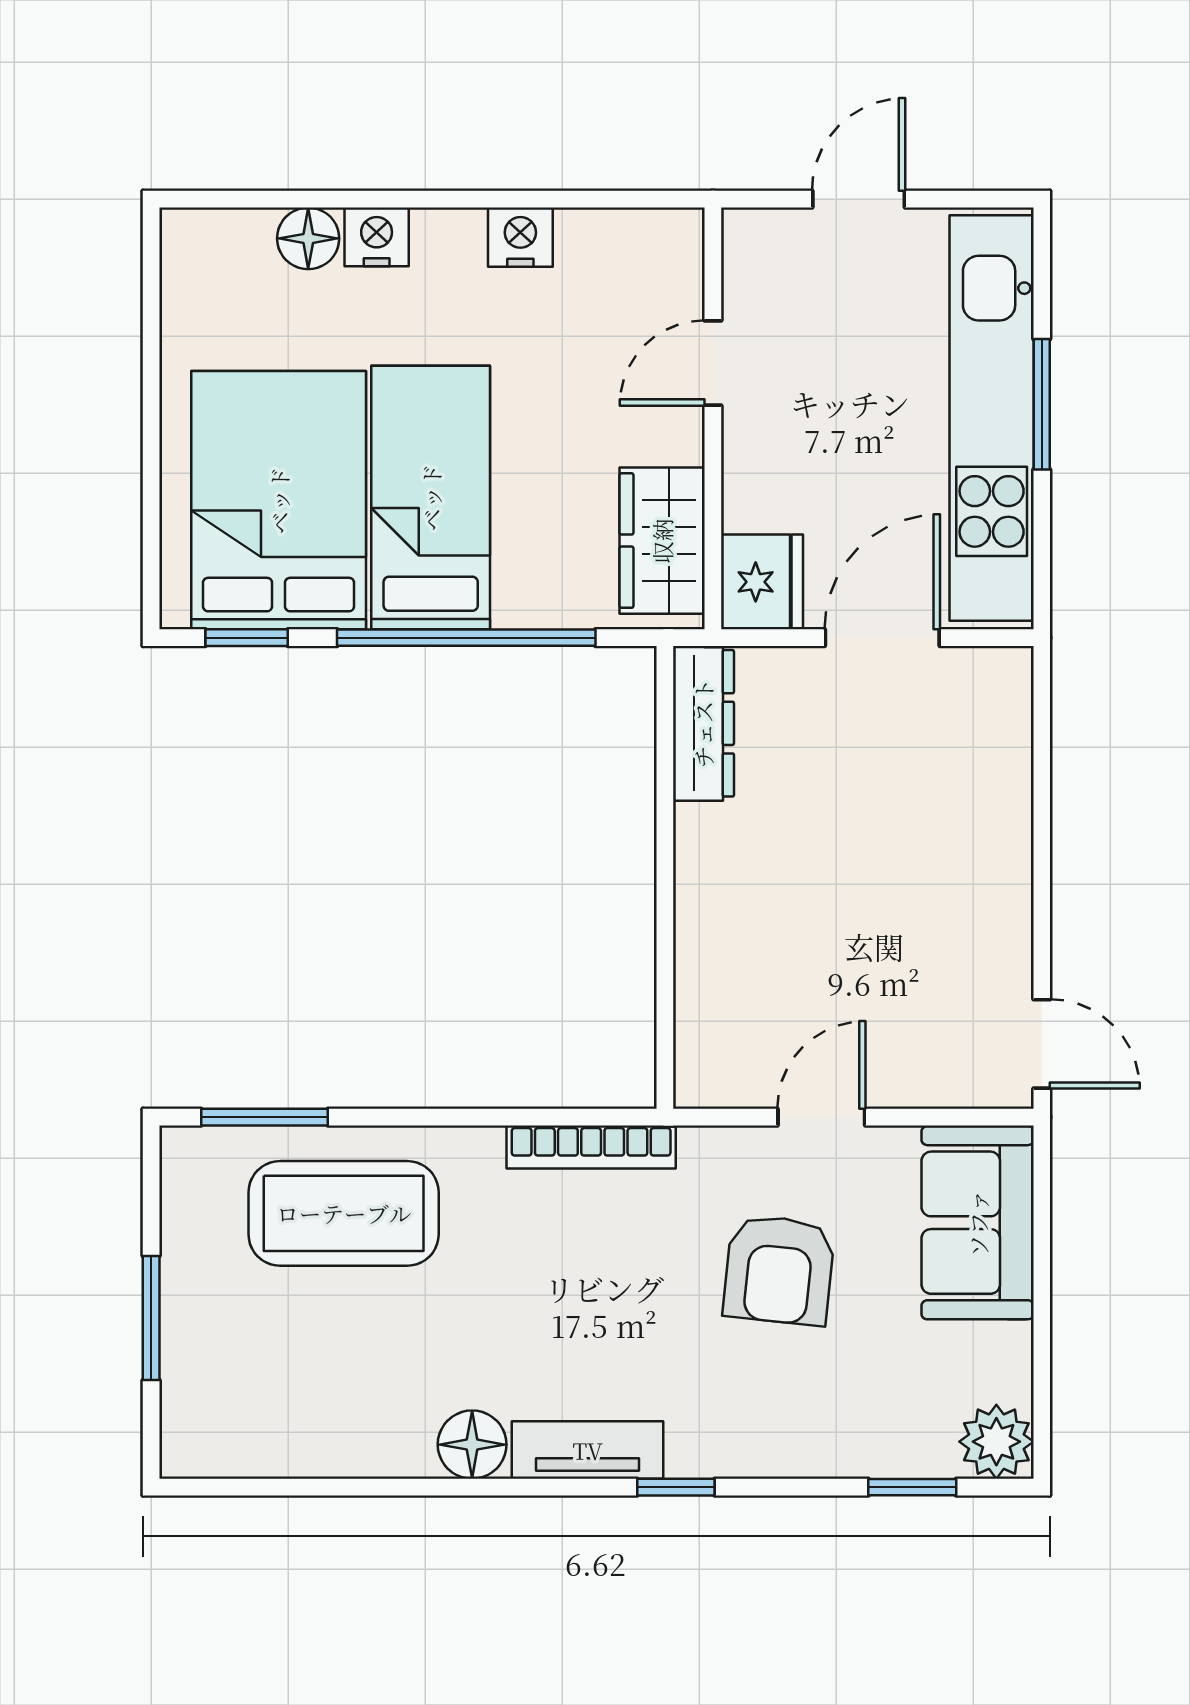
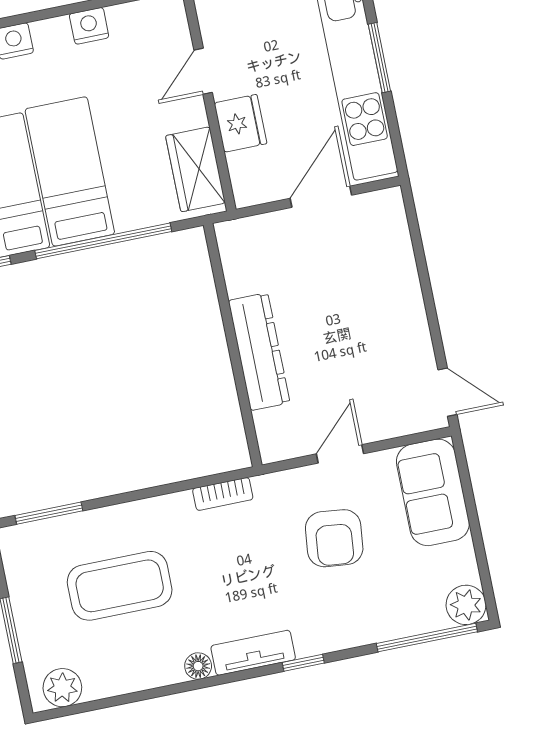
fridge: (762, 582) -> (240, 123), moved
dresser: (703, 723) -> (259, 352), moved, width x1.37, depth x1.24
bookcase: (591, 1147) -> (223, 494), width x0.64
coffee table: (344, 1213) -> (120, 586), moved
plant: (224, 1443) -> (62, 688), added
floor lamp: (472, 1445) -> (198, 666), width x0.73, depth x0.73
window: (912, 1487) -> (427, 638), width x2.17

